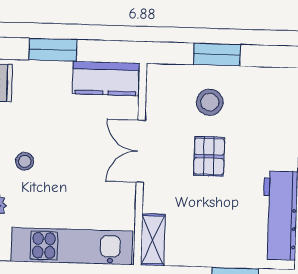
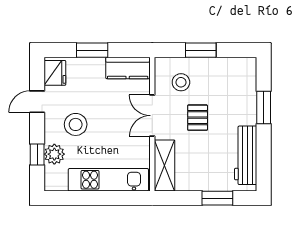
stool: (210, 102) -> (181, 82), moved
stool: (25, 161) -> (76, 124), width x1.89, depth x1.89
shelving: (153, 240) -> (164, 165), width x1.50, depth x1.33

